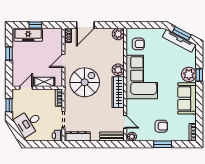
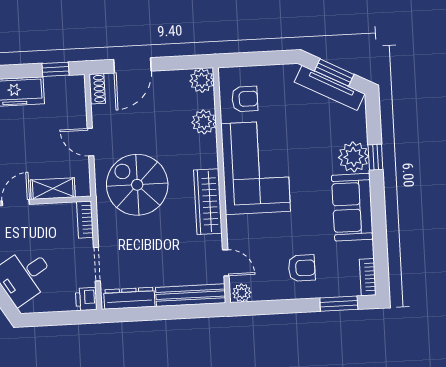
window: (35, 25) -> (55, 69), moved
door: (63, 61) -> (90, 142), hinge flipped
plant: (118, 70) -> (204, 122), moved
spiral stairs: (85, 82) -> (137, 185), turned -90
bench: (112, 136) -> (191, 295), width x1.36
window: (163, 144) -> (339, 304), moved

